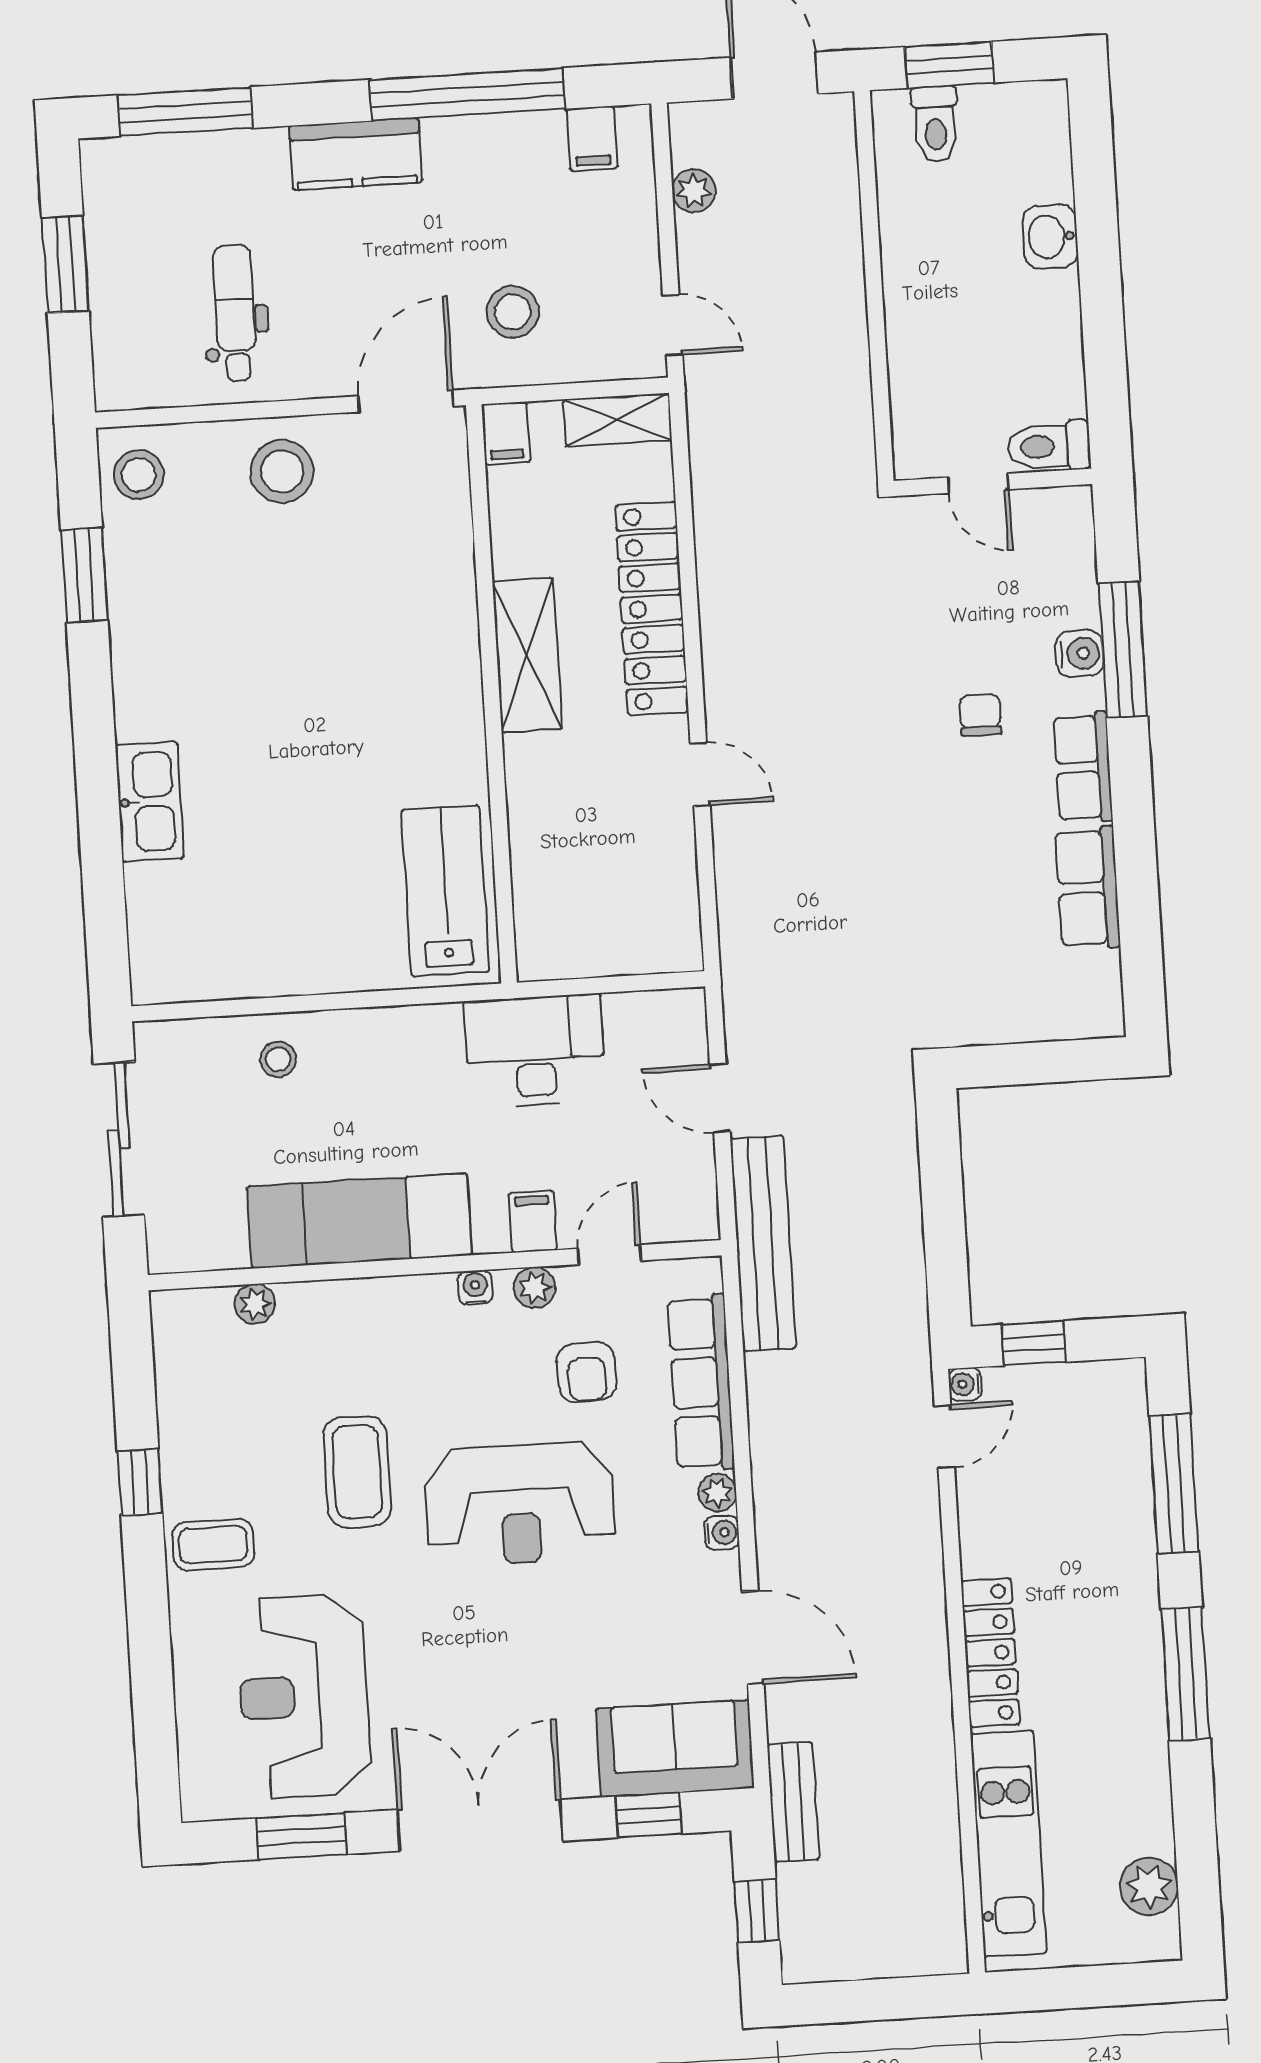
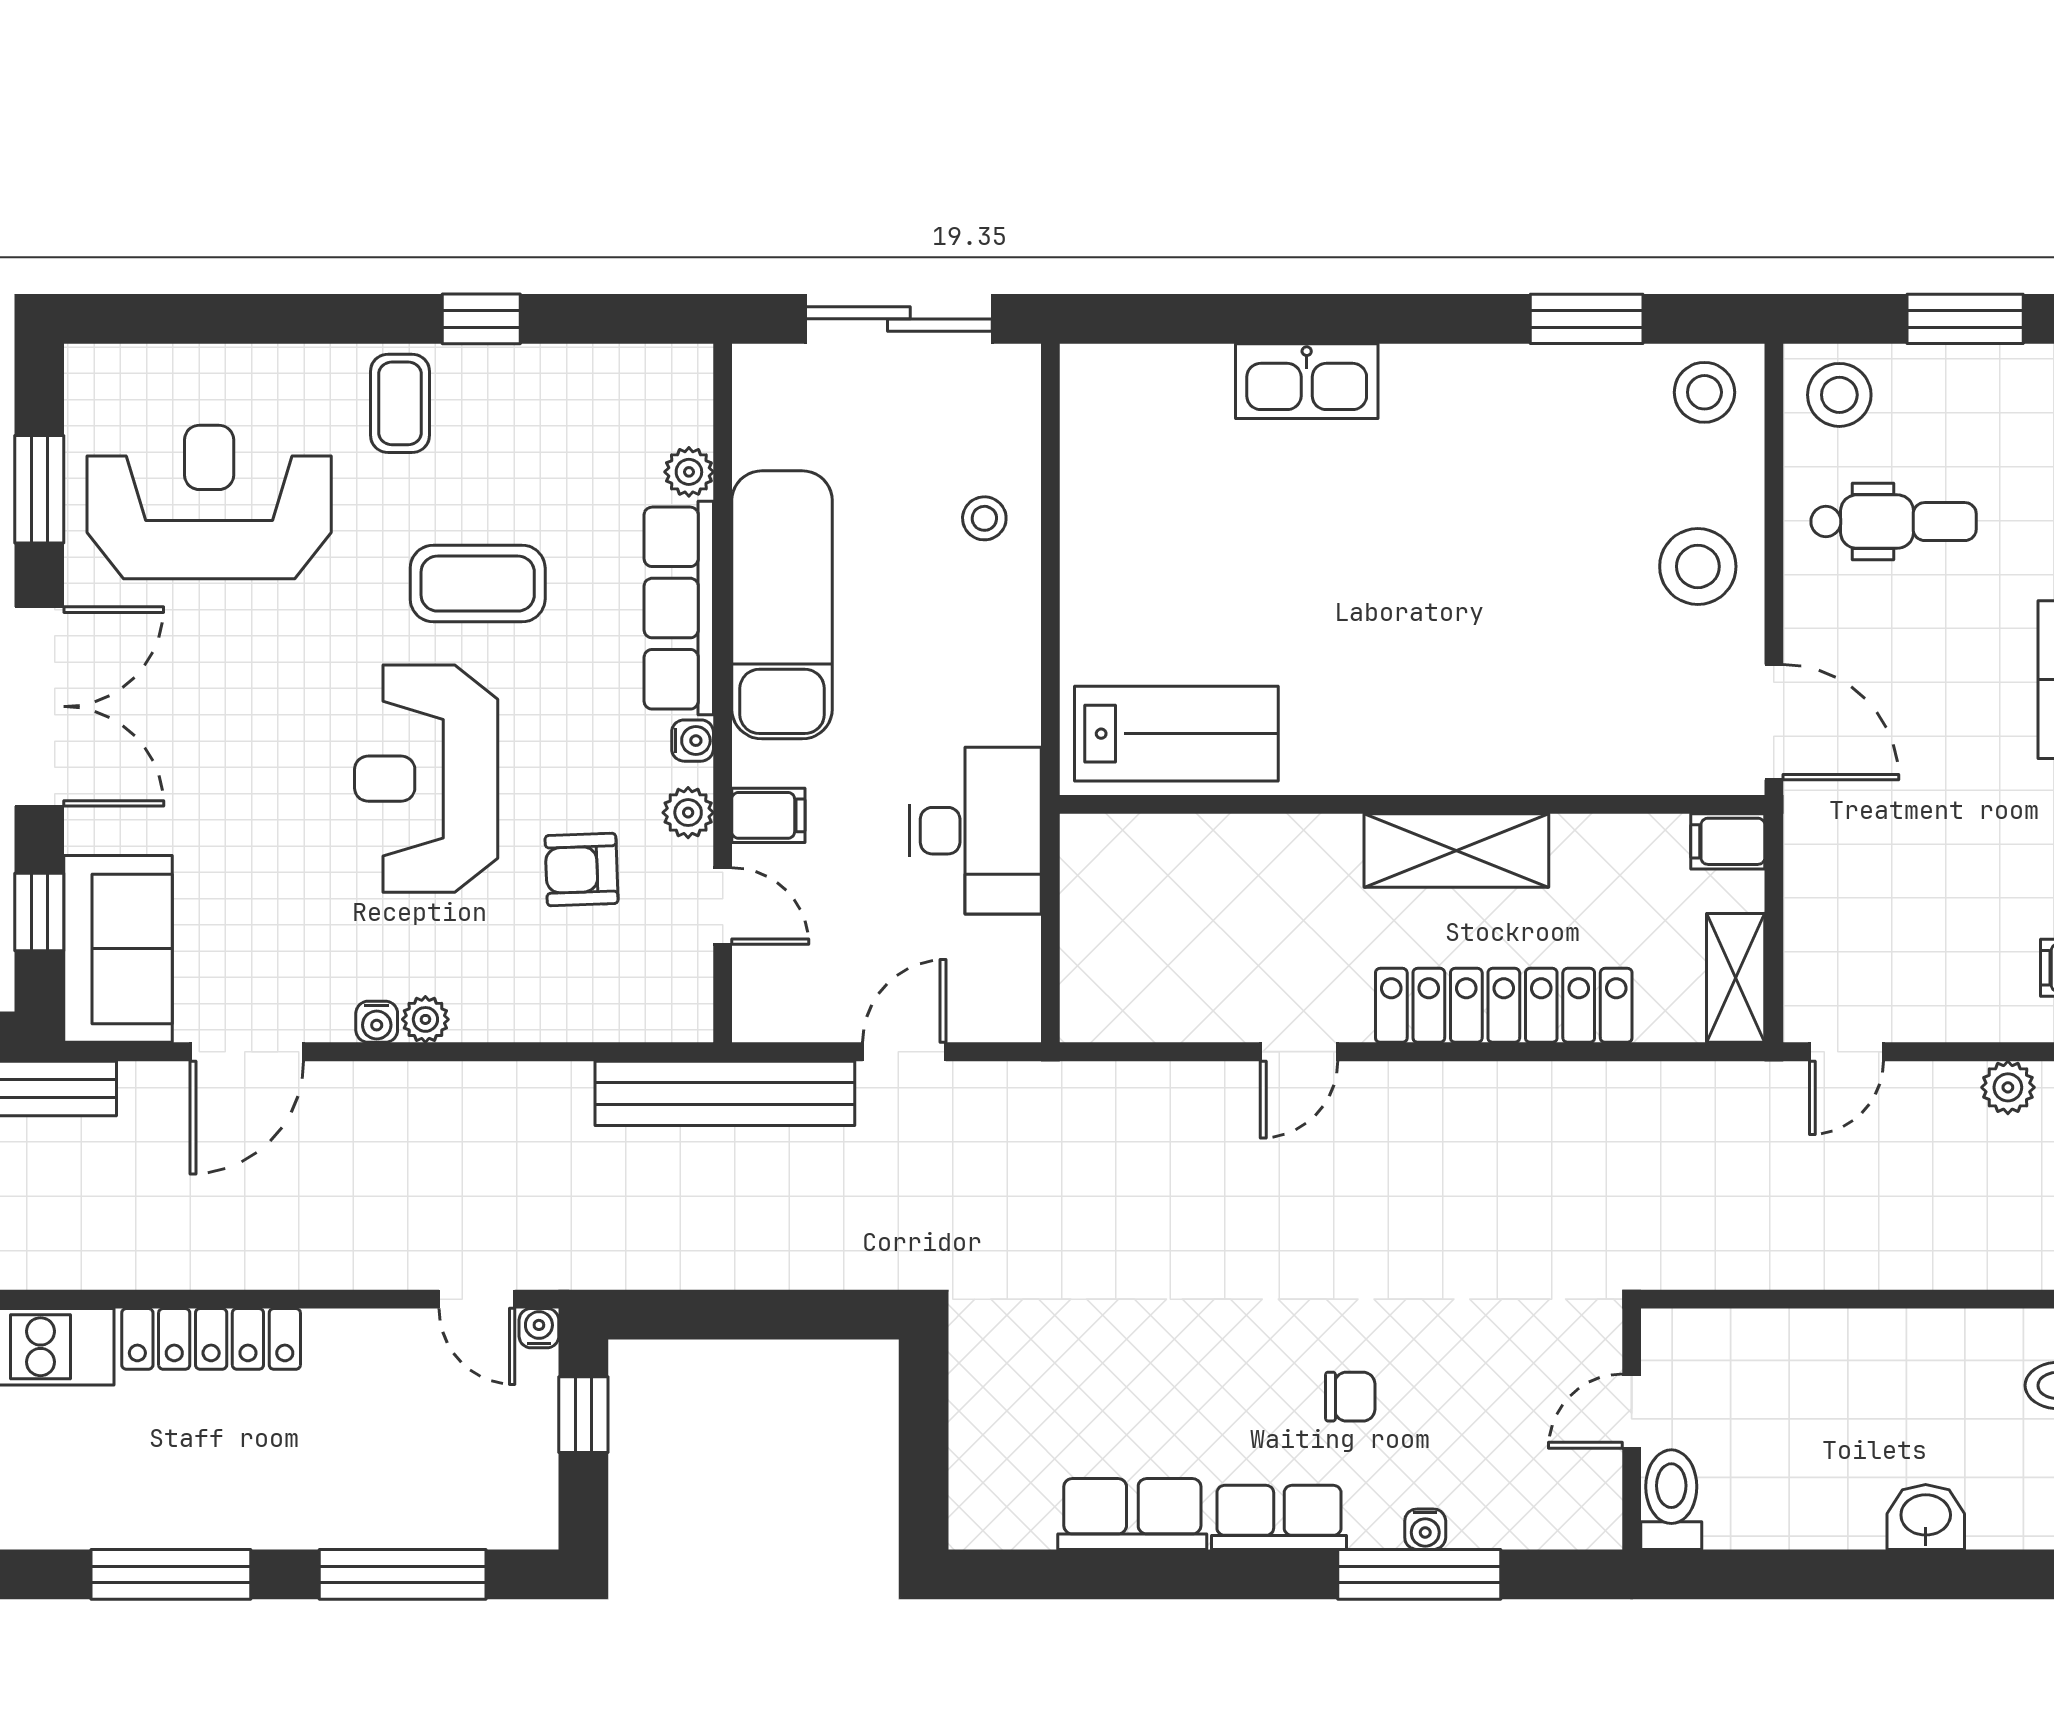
stool: (513, 312) -> (1839, 395), moved
water cooler: (1080, 654) -> (1425, 1529), width x0.72, depth x0.72
row of seats: (701, 1383) -> (679, 608), moved, turned -90

